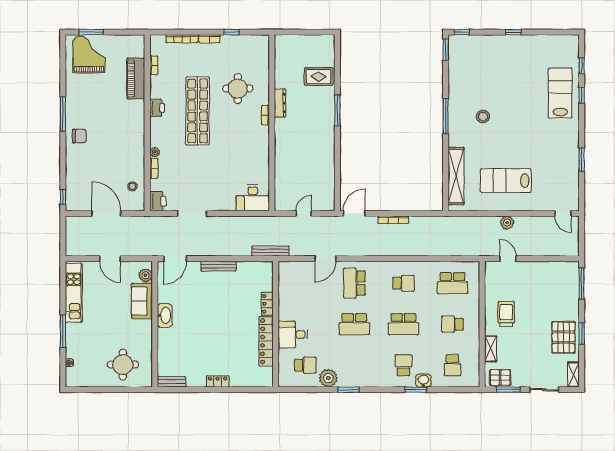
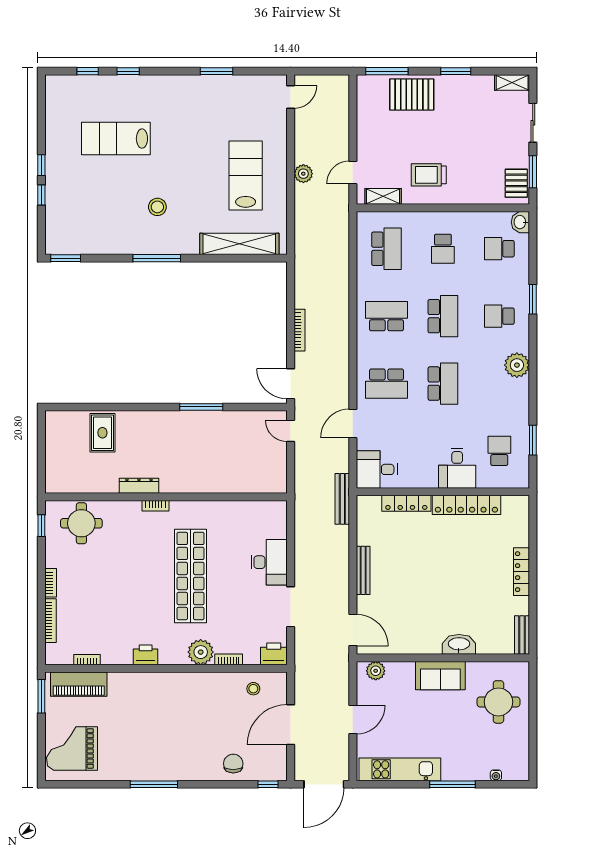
window: (91, 32) -> (41, 696), moved
window: (231, 32) -> (41, 526), moved
window: (462, 32) -> (41, 195), moved
piano: (136, 78) -> (79, 684), moved
round table: (238, 89) -> (81, 523), moved
lab bench: (560, 93) -> (116, 139), moved
shop shelf: (198, 111) -> (191, 576), moved, turned 90
window: (337, 111) -> (201, 407), moved
chair: (79, 136) -> (233, 764), moved
plant: (155, 152) -> (201, 652), width x1.88, depth x1.88
lab bench: (506, 181) -> (246, 176), turned 180
desk: (253, 198) -> (269, 562), moved
door: (304, 213) -> (291, 431), moved
door: (63, 238) -> (324, 784), added
door: (325, 259) -> (353, 423), swing flipped
desk: (292, 276) -> (377, 469), added
school desk: (403, 283) -> (387, 316), width x1.85
sofa: (142, 301) -> (440, 676), moved
locker: (267, 304) -> (406, 503), width x1.53
washbasin: (165, 315) -> (459, 644), moved
pallet: (564, 337) -> (412, 94), moved
shelving: (491, 349) -> (383, 196), moved
school desk: (452, 365) -> (499, 249), turned 180
plant: (328, 378) -> (517, 365), moved
locker: (218, 381) -> (522, 572), width x1.53
washbasin: (423, 381) -> (520, 222), moved
window: (348, 390) -> (533, 440), moved

